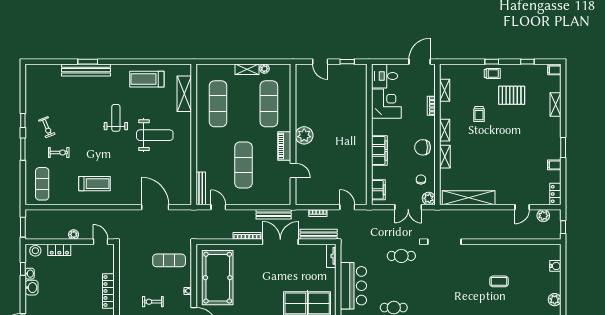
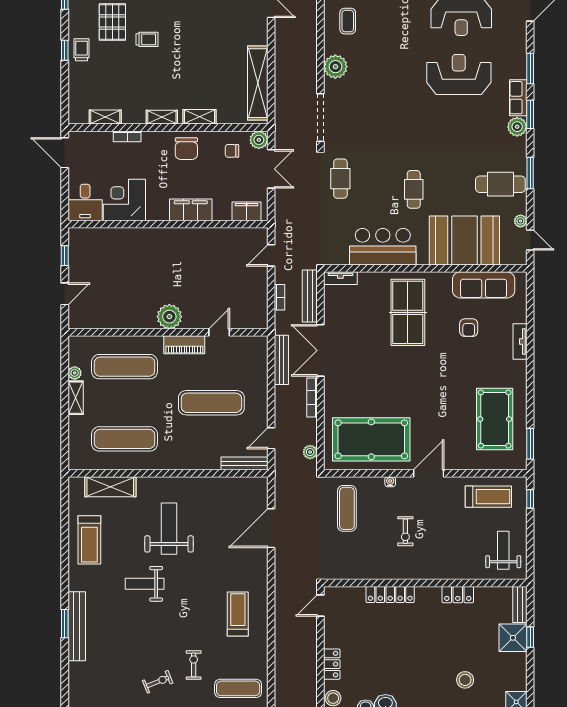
trolley: (479, 114) -> (147, 39), moved
plant: (74, 235) -> (310, 452), moved
plant: (480, 252) -> (335, 67), added
coffee table: (499, 281) -> (348, 21), moved

